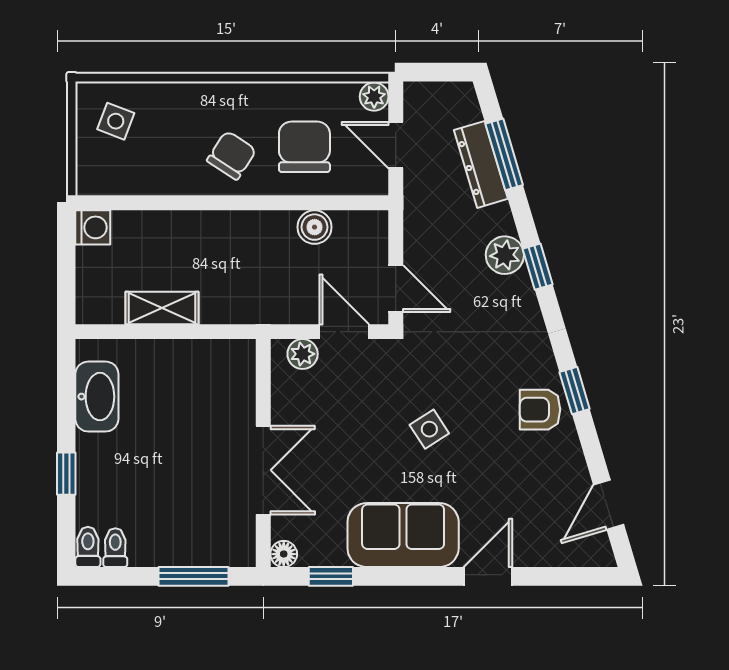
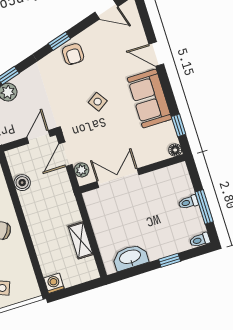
double door: (263, 470) -> (118, 178), moved
toilet: (115, 548) -> (188, 202), moved
window: (194, 576) -> (204, 207), moved

